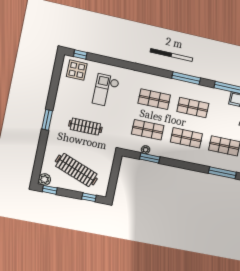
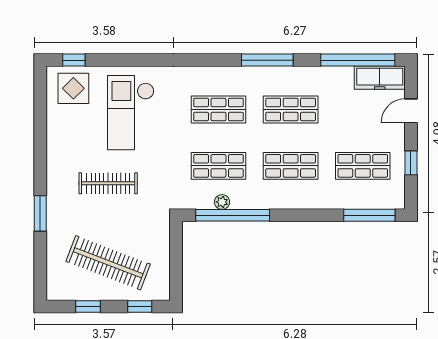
checkout: (106, 90) -> (131, 113), width x1.36, depth x1.21
window: (47, 120) -> (40, 213), moved
window: (150, 158) -> (233, 215), width x2.11
plant: (44, 179) -> (56, 290), removed
window: (50, 190) -> (88, 307), moved

